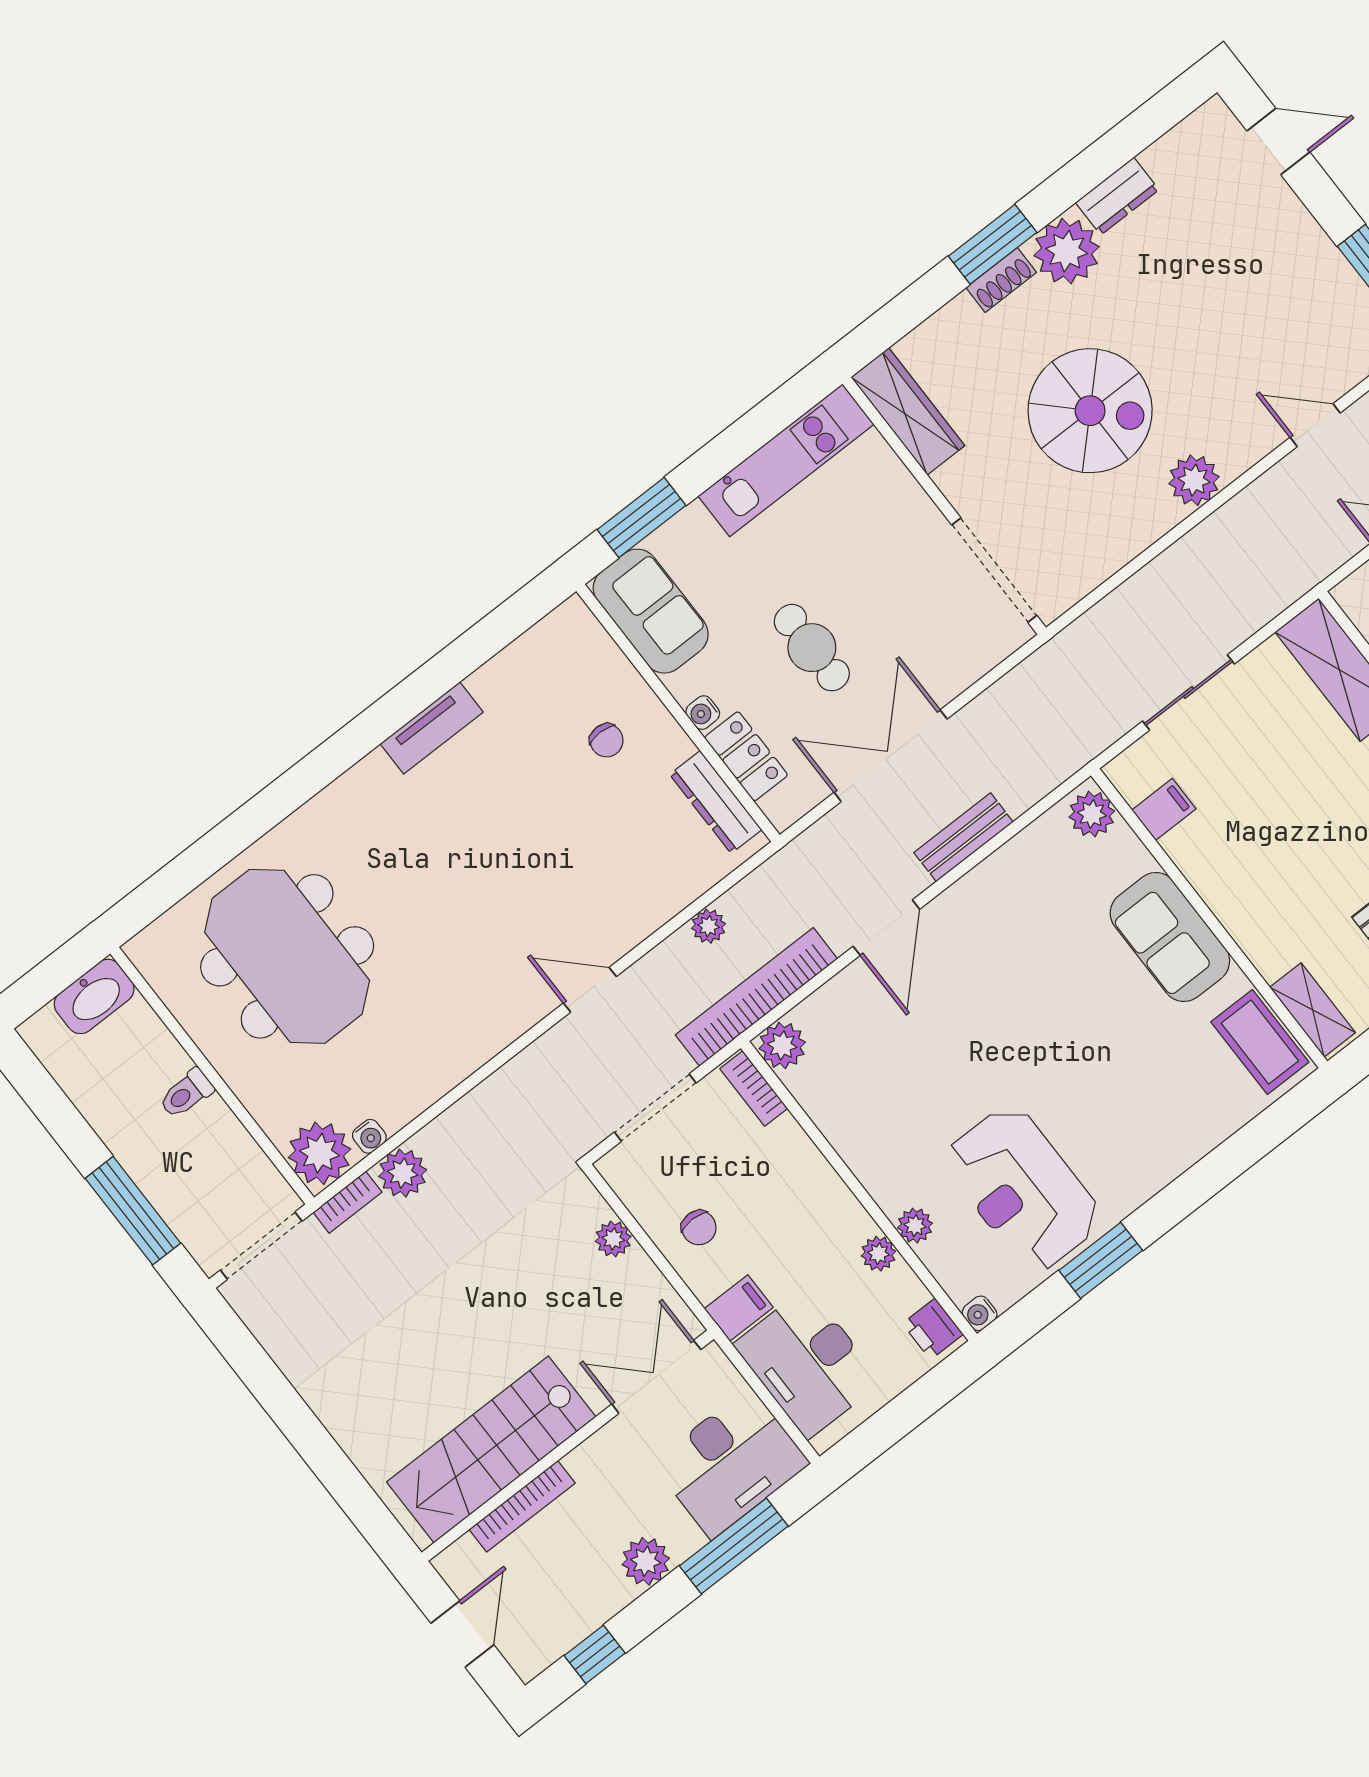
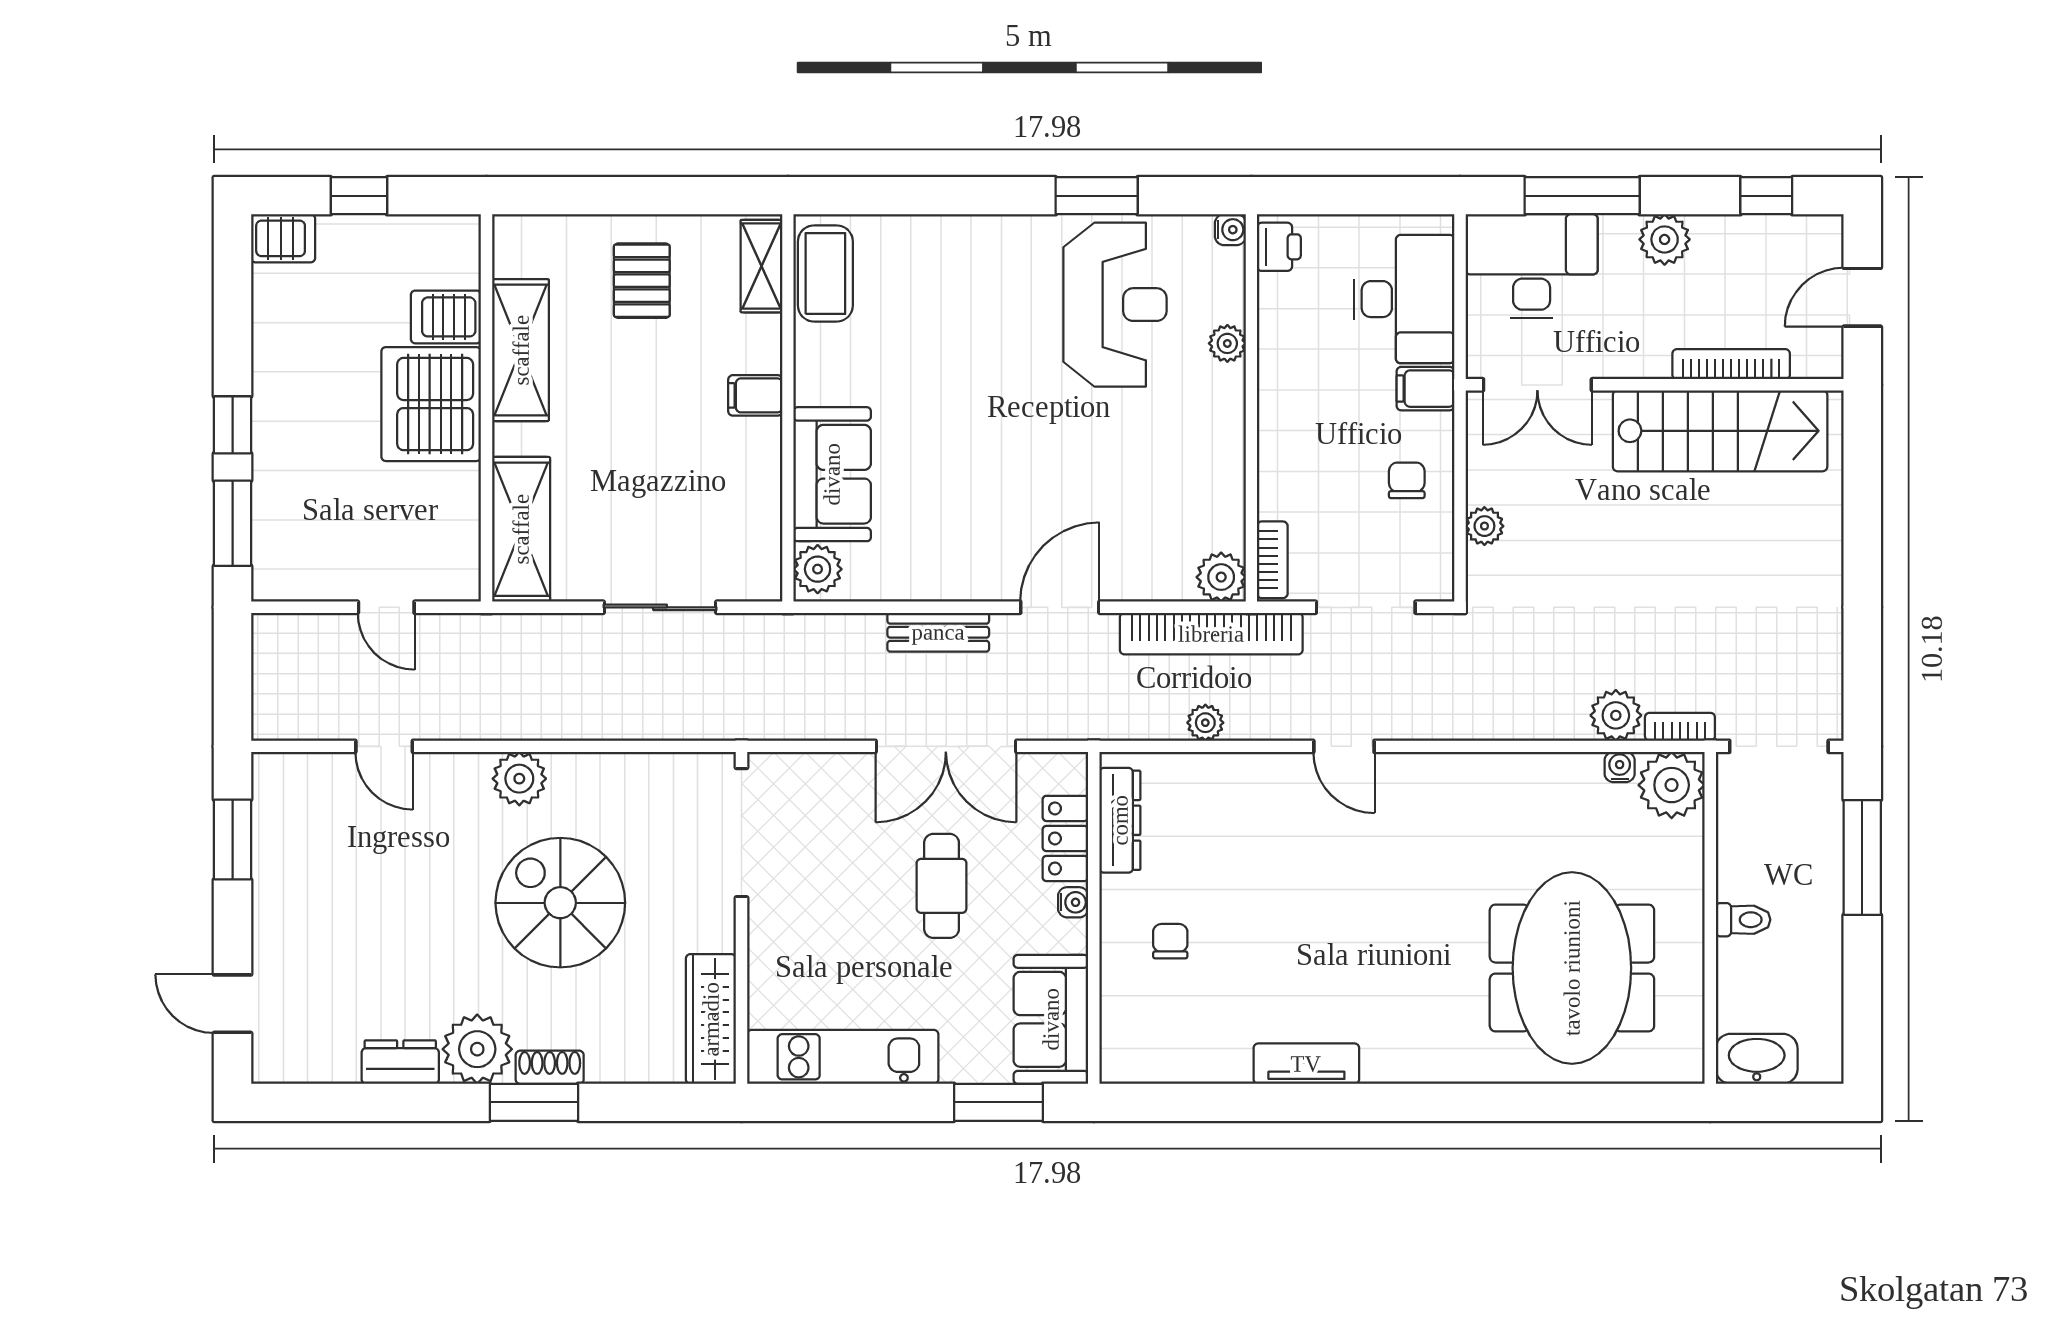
filing cabinet: (1164, 809) -> (755, 395), moved
sofa: (1170, 937) -> (832, 474), moved
plant: (878, 1254) -> (1275, 344), removed

